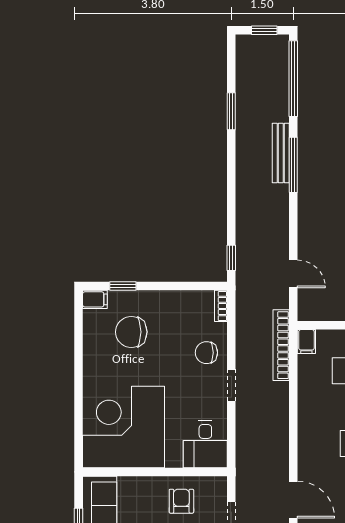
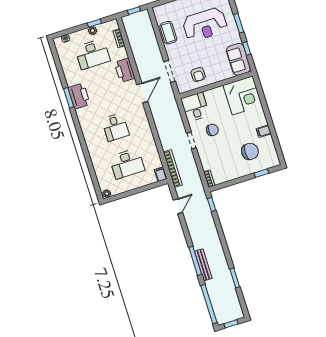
door: (293, 274) -> (178, 206), swing flipped
filing cabinet: (95, 299) -> (264, 131), moved
chair: (206, 353) -> (212, 130), moved
corner desk: (124, 427) -> (243, 95), width x0.74, depth x0.74
door: (293, 500) -> (142, 93), swing flipped

